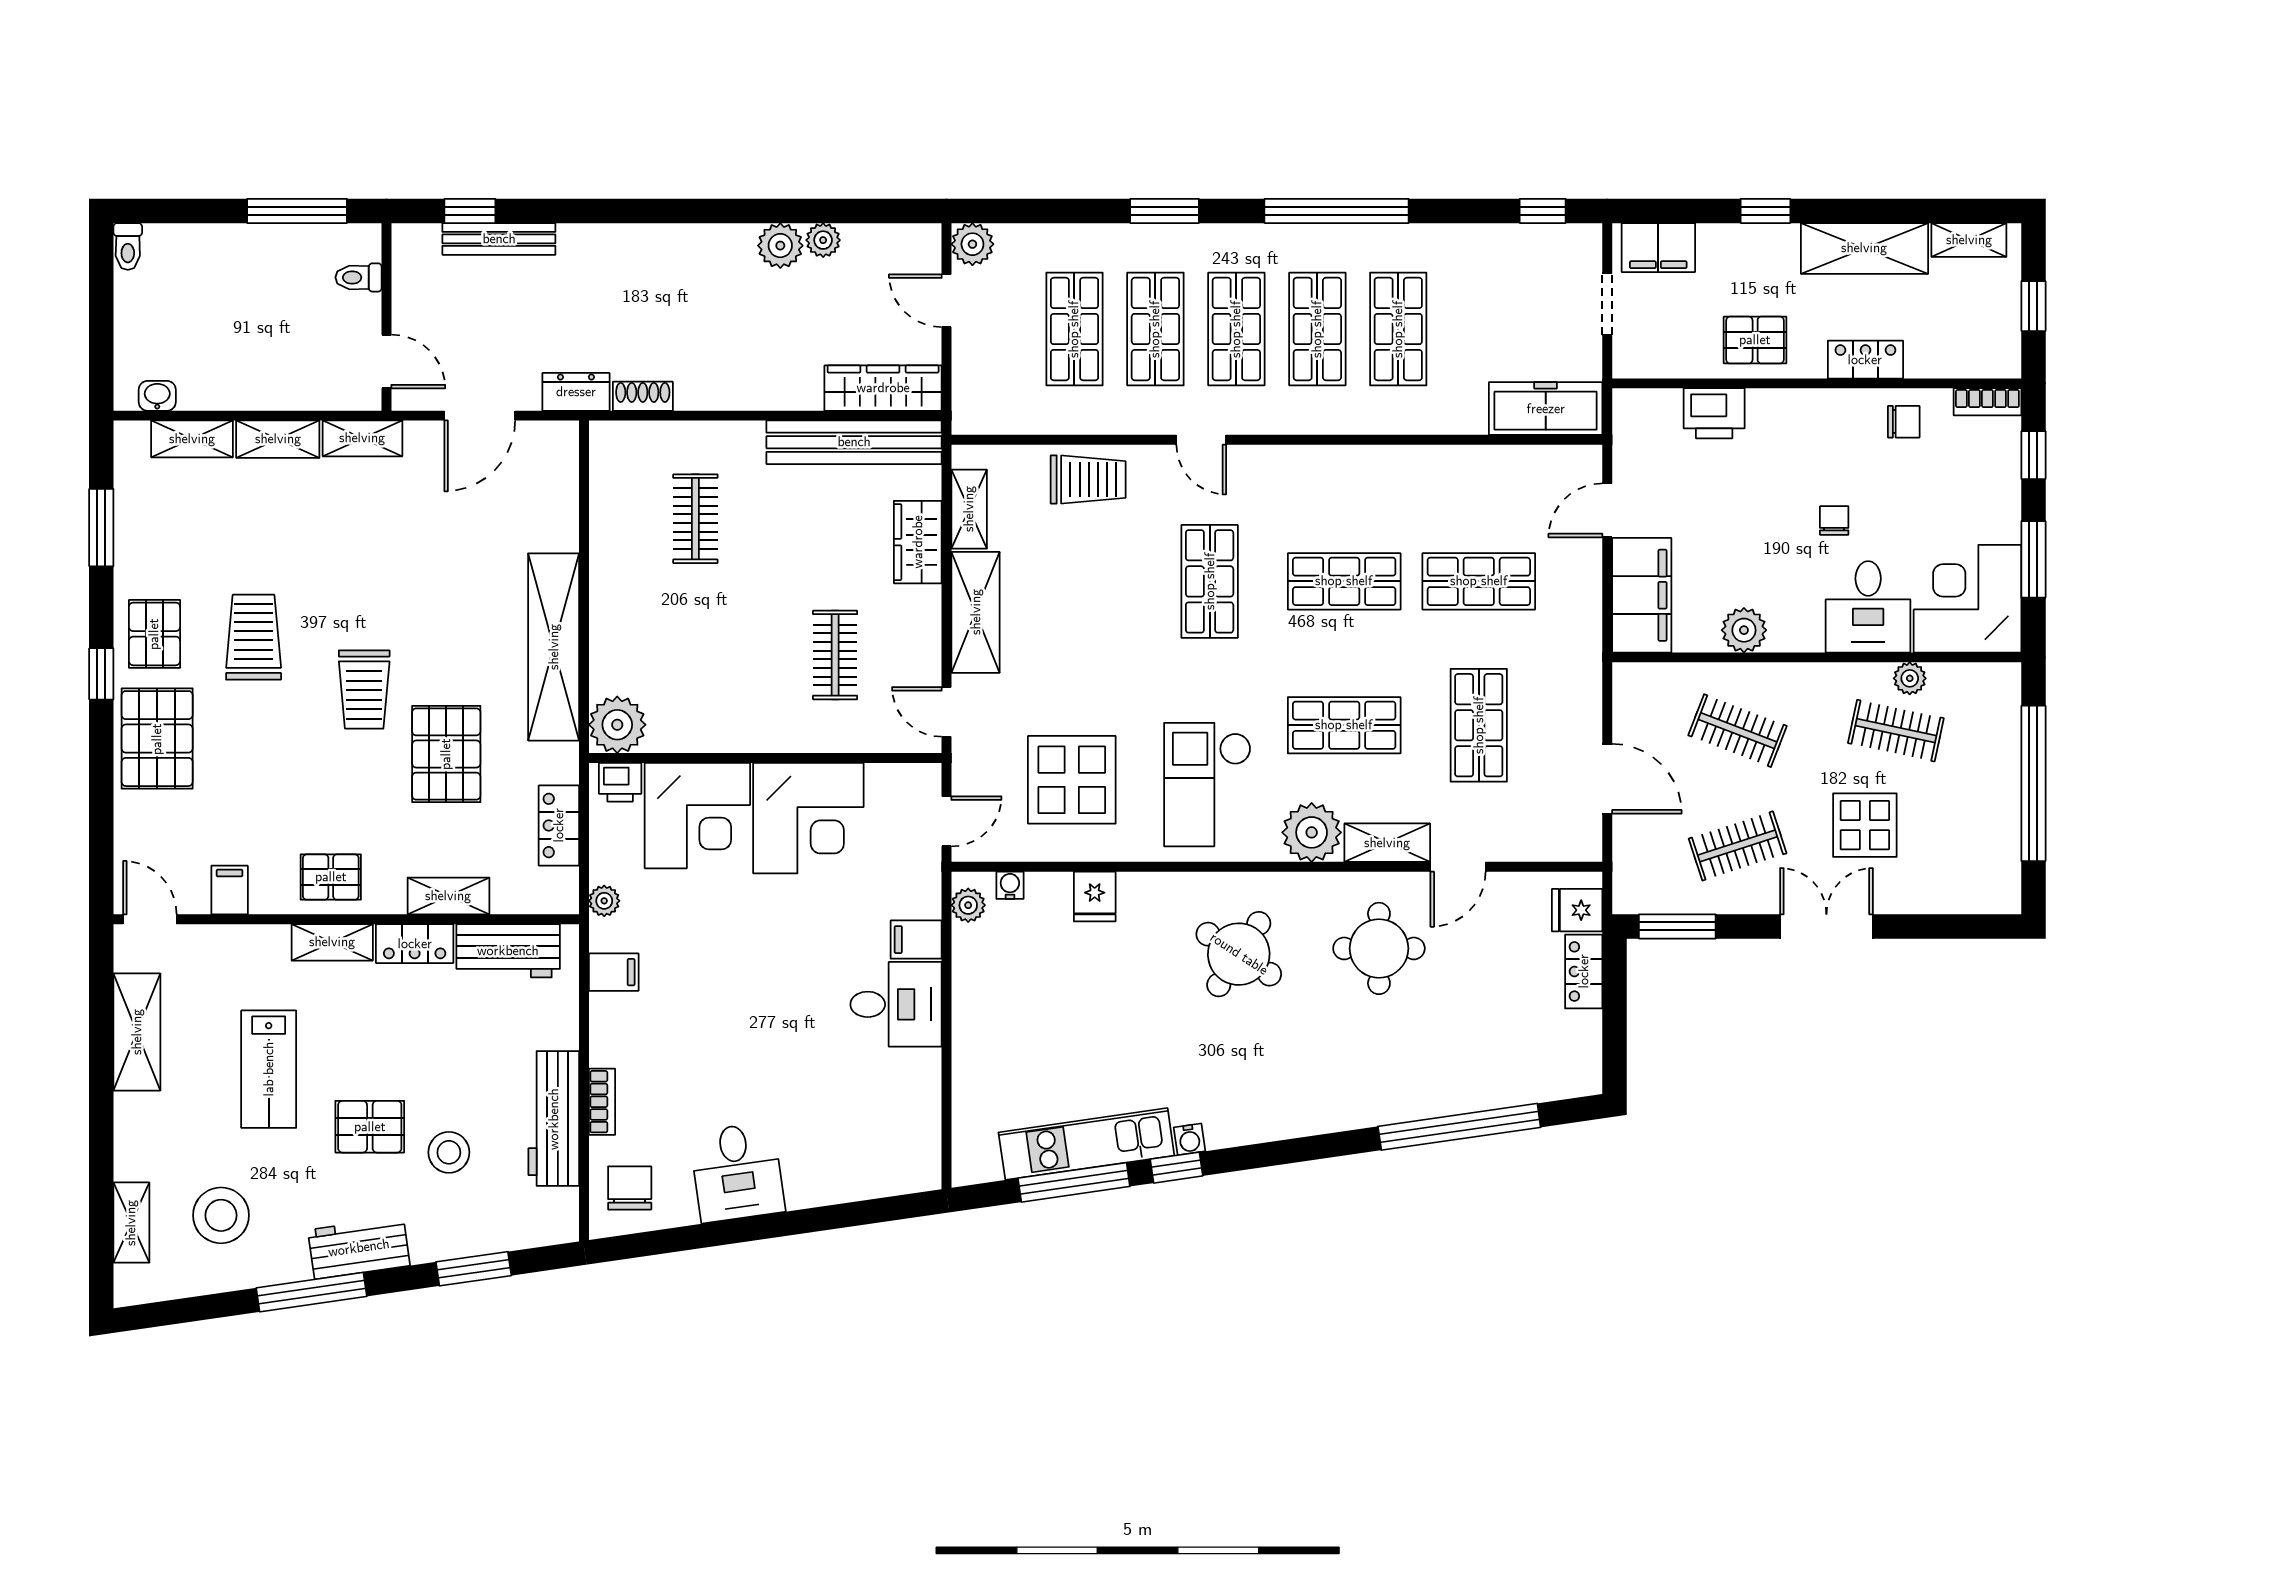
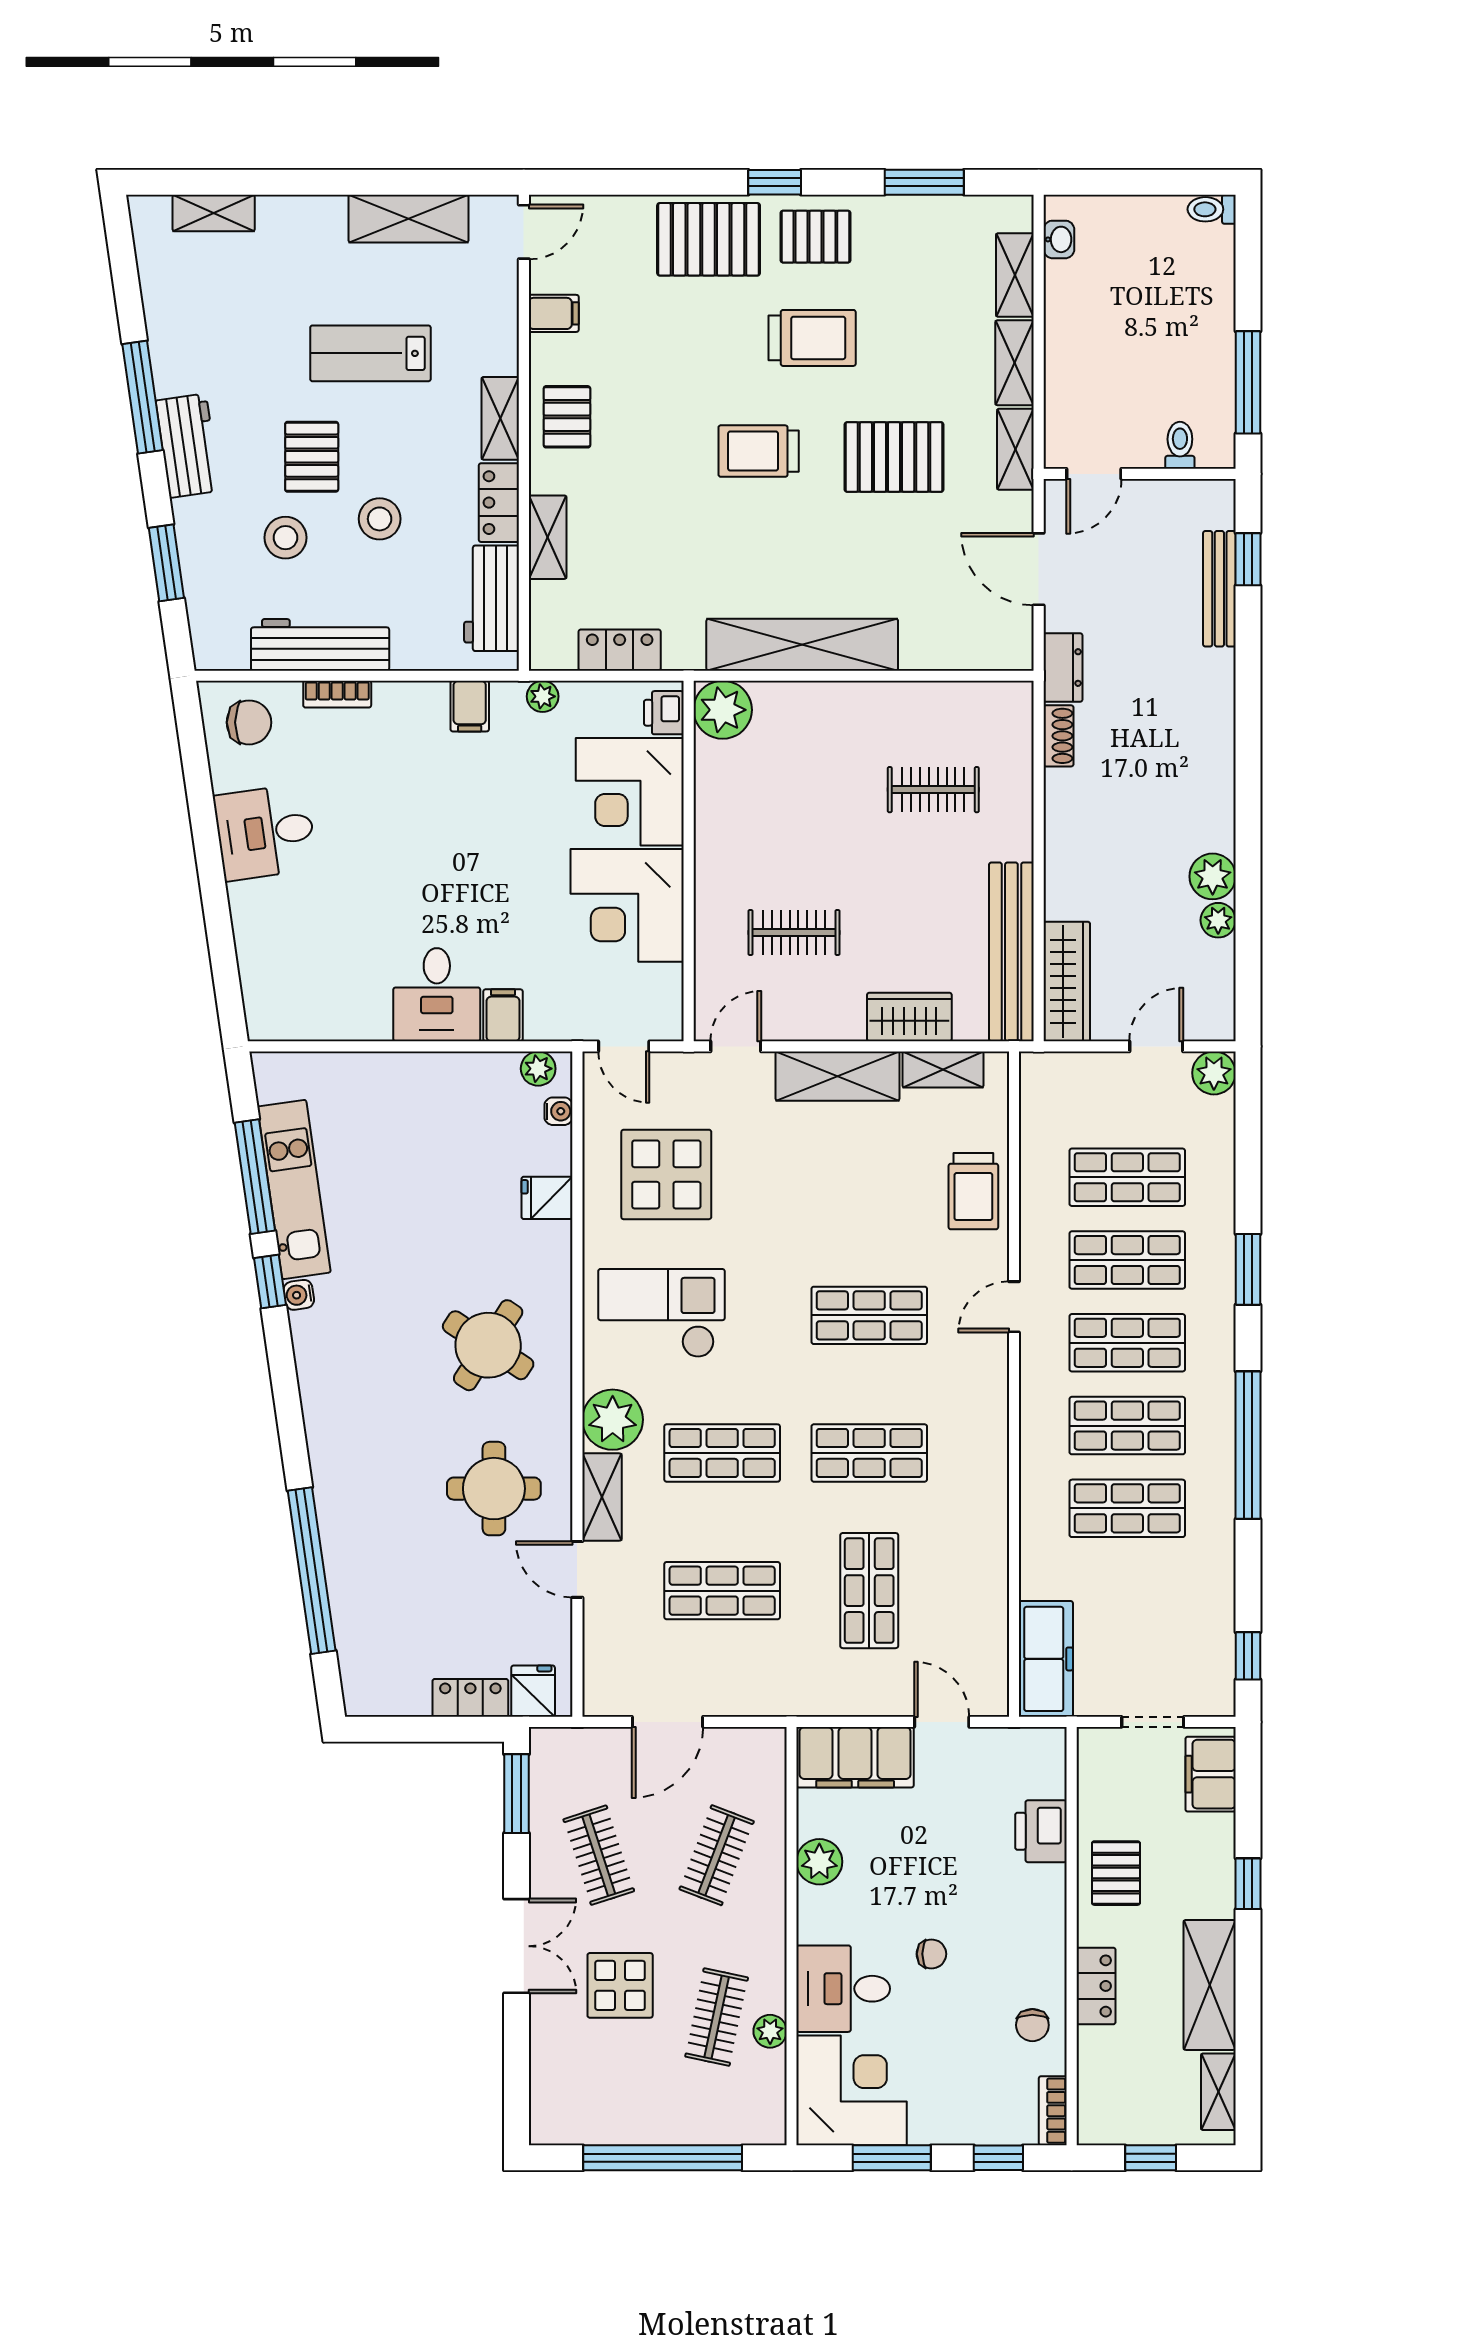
shop shelf: (1344, 581) -> (869, 1453), turned 90
shop shelf: (1344, 725) -> (722, 1453), turned 90
pallet: (446, 754) -> (894, 457), moved
stool: (221, 1215) -> (380, 519), moved, width x0.73, depth x0.73

